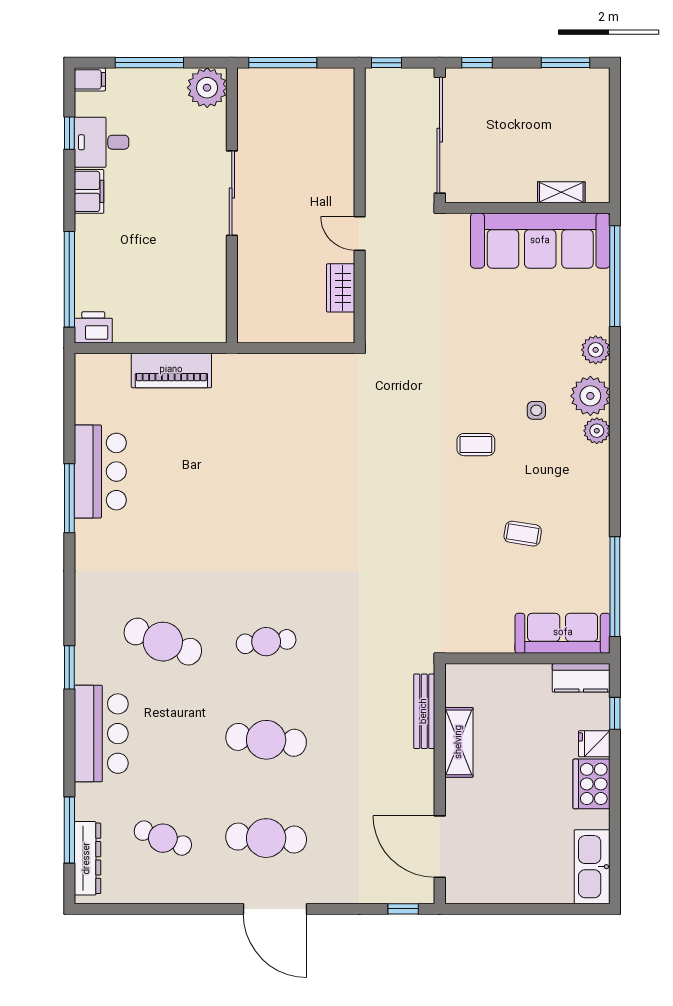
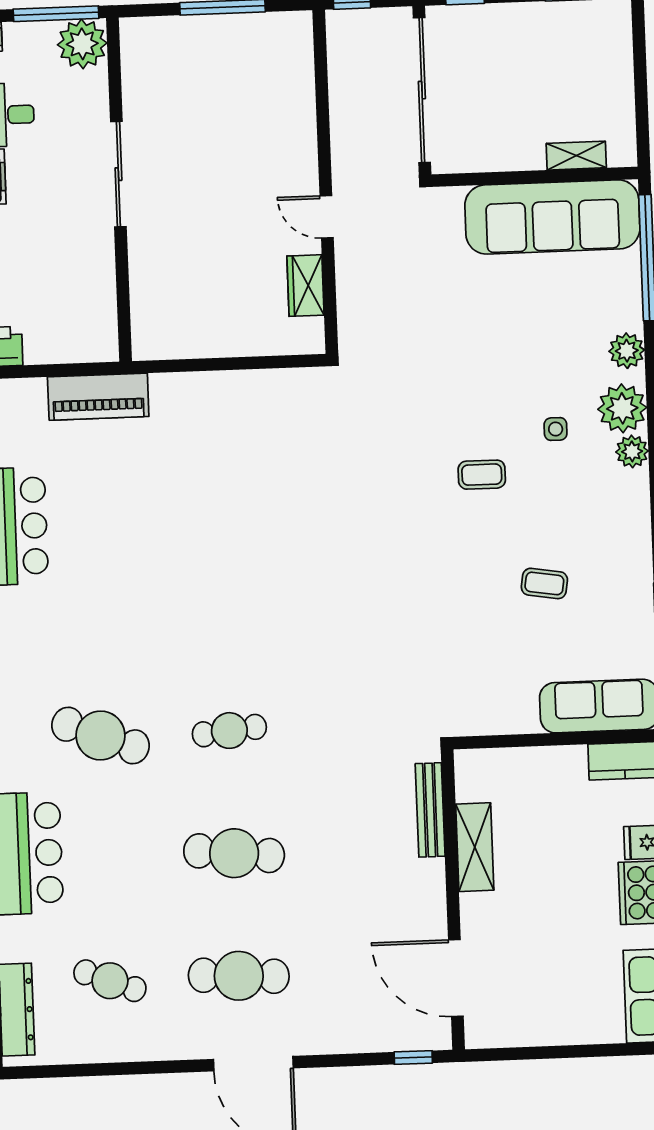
plant: (207, 88) -> (82, 44), moved
sliding door: (232, 193) -> (118, 174), moved
wall: (232, 205) -> (119, 190), moved

